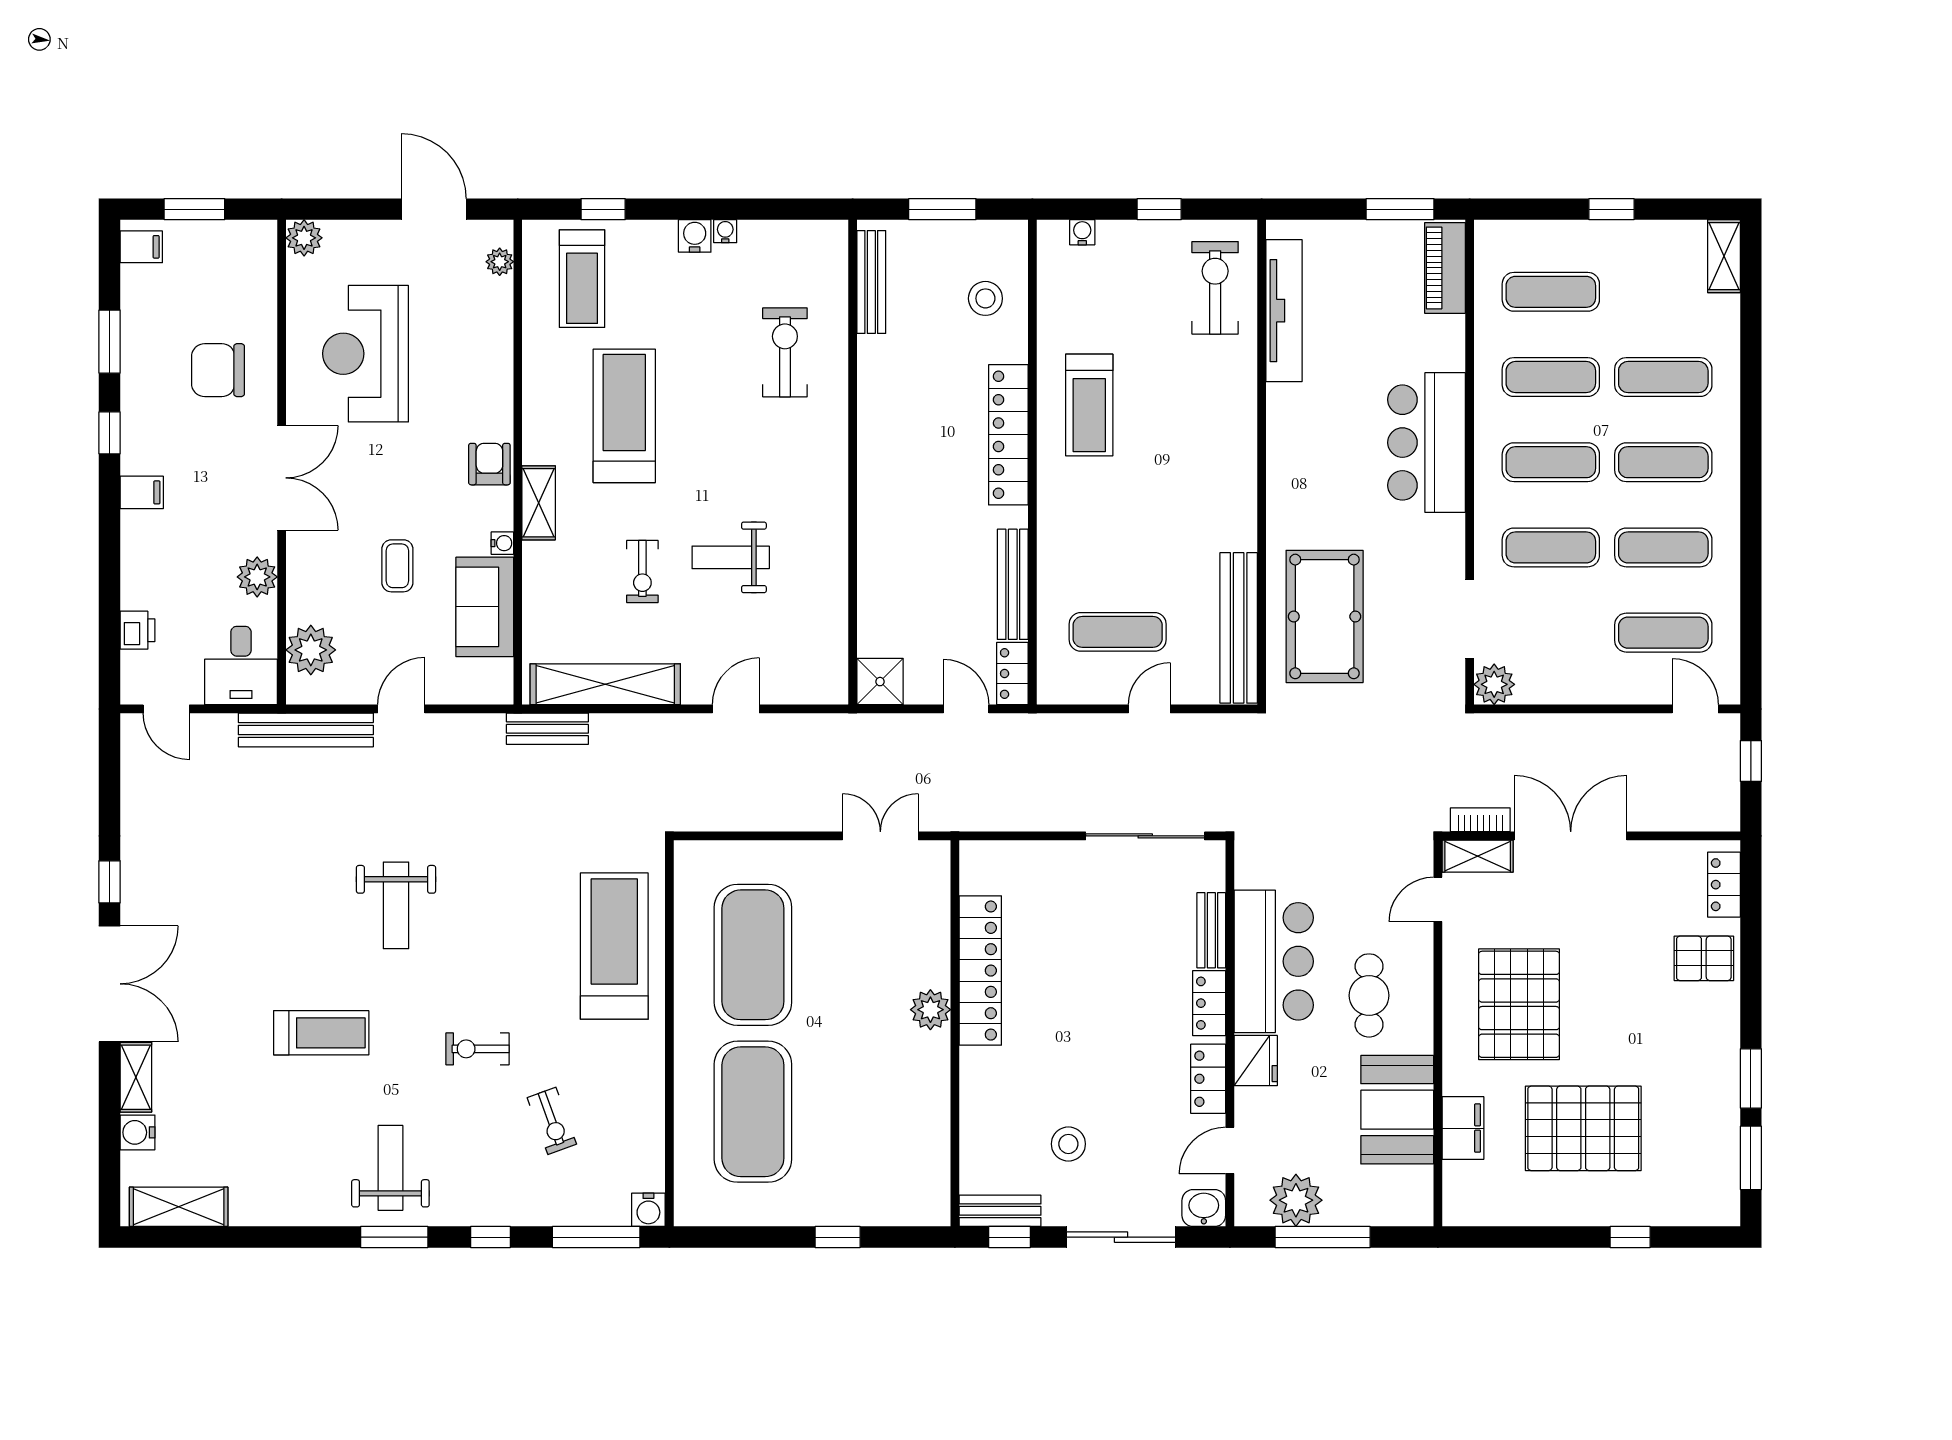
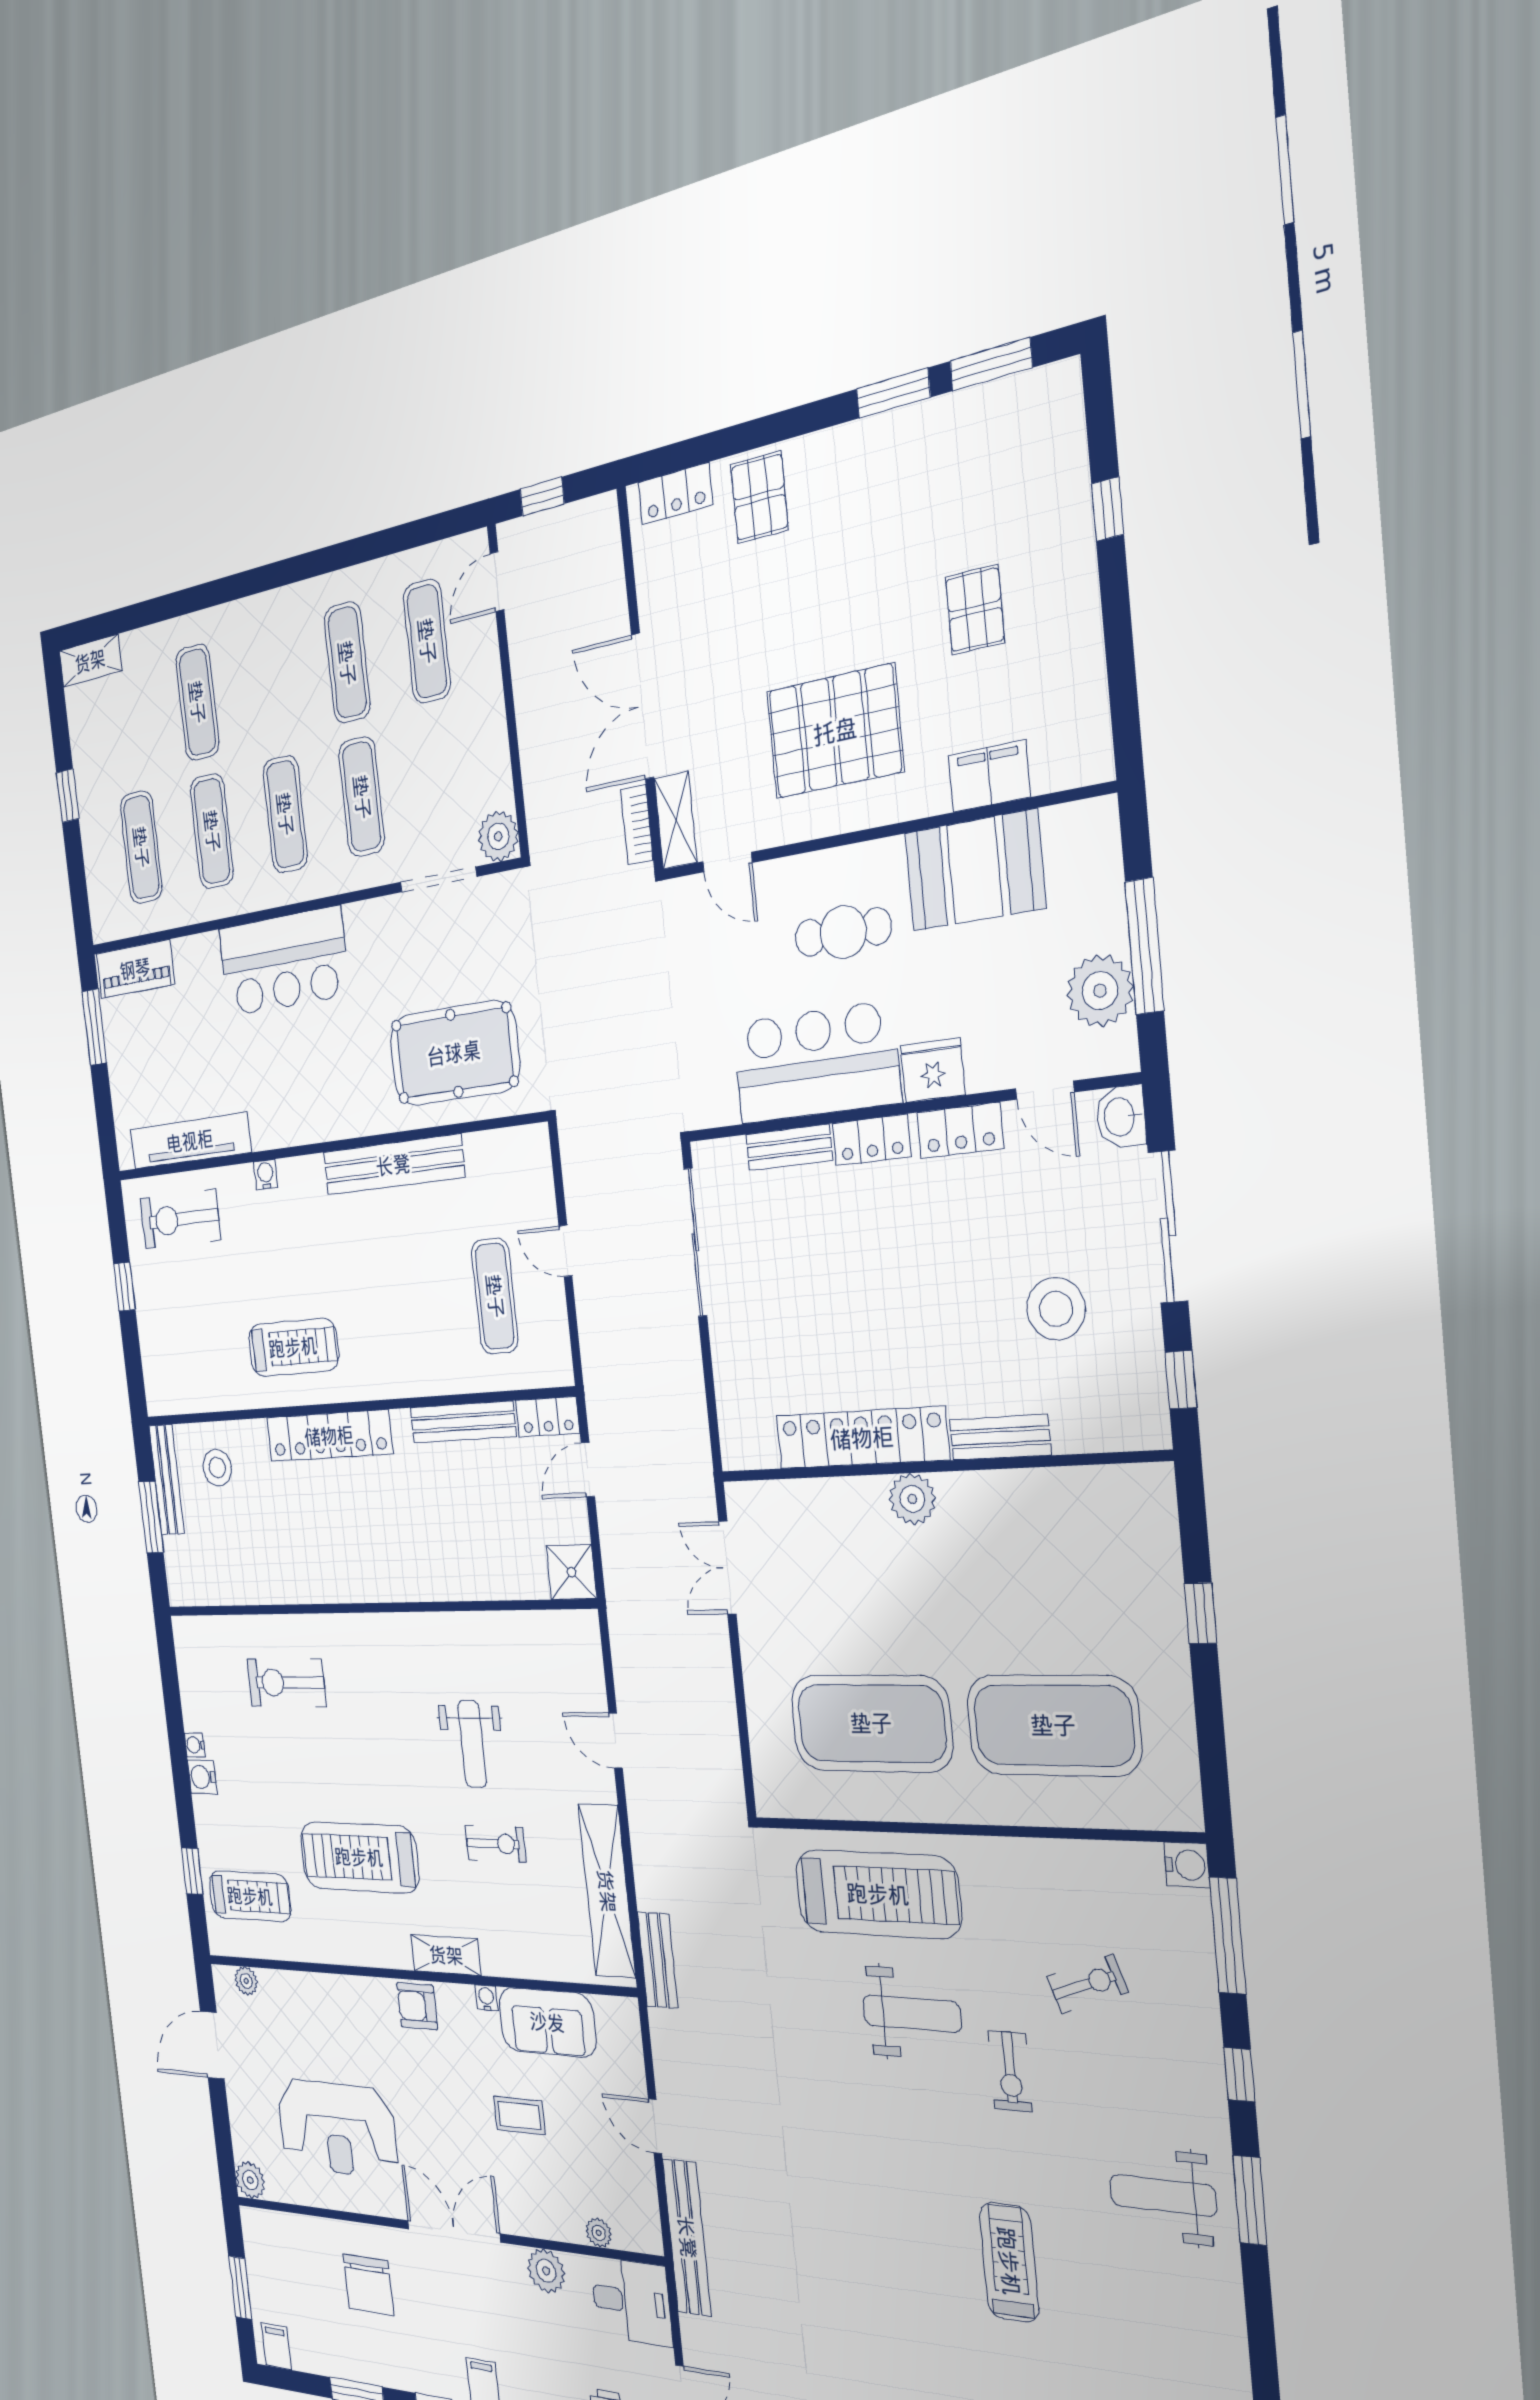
water cooler: (1082, 232) -> (266, 1175), moved, turned 90
bench: (871, 282) -> (167, 1480), moved, turned 90
exercise mat: (1663, 462) -> (271, 683), removed
bench: (1239, 628) -> (393, 1165), moved
plant: (311, 650) -> (599, 2233), width x0.53, depth x0.53
weight bench: (396, 905) -> (912, 2014), moved
treadmill: (614, 946) -> (878, 1894), turned 180
pallet: (1583, 1128) -> (975, 610), width x0.49, depth x0.50
stool: (1068, 1144) -> (1056, 1309), width x1.38, depth x1.38
bench: (1000, 1211) -> (1000, 1437), moved, turned 90

